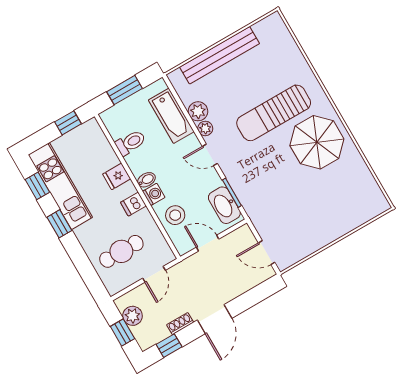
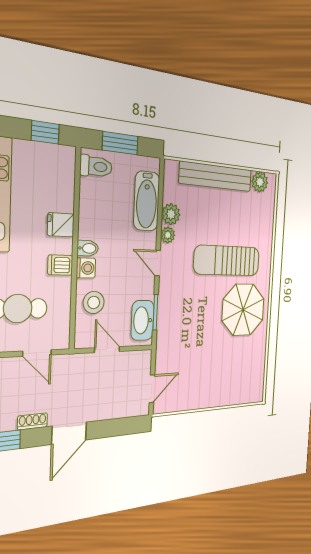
plant: (265, 29) -> (260, 182), added
toilet: (130, 143) -> (96, 166), moved
door: (267, 253) -> (152, 389), swing flipped
door: (154, 274) -> (37, 353), hinge flipped

